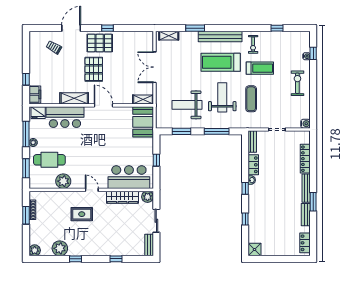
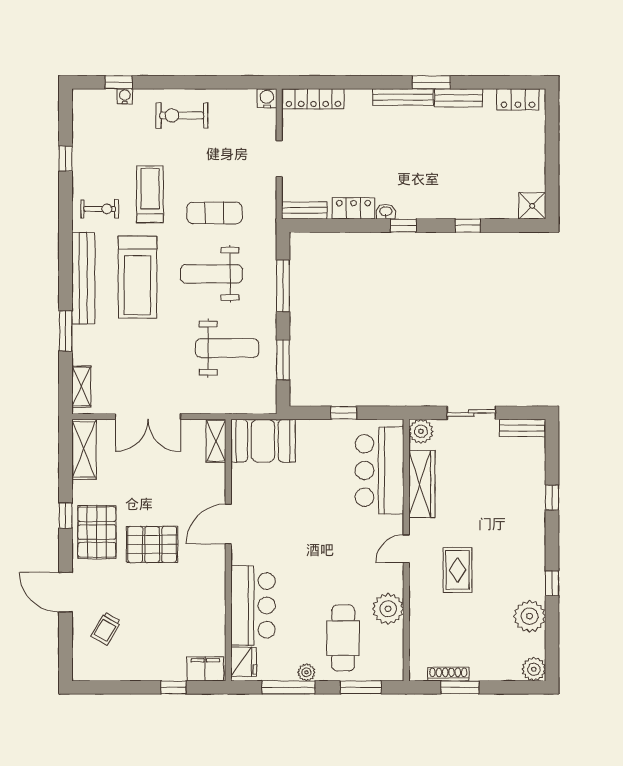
shelving: (74, 98) -> (84, 449), moved
weight bench: (187, 105) -> (227, 348), turned -90
locker: (305, 159) -> (313, 99), moved

